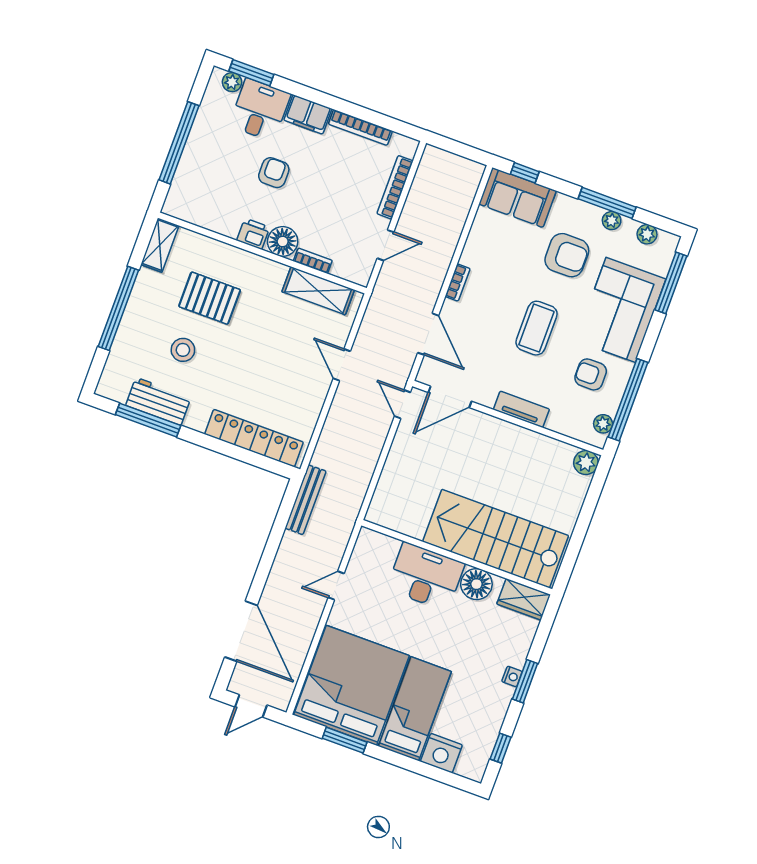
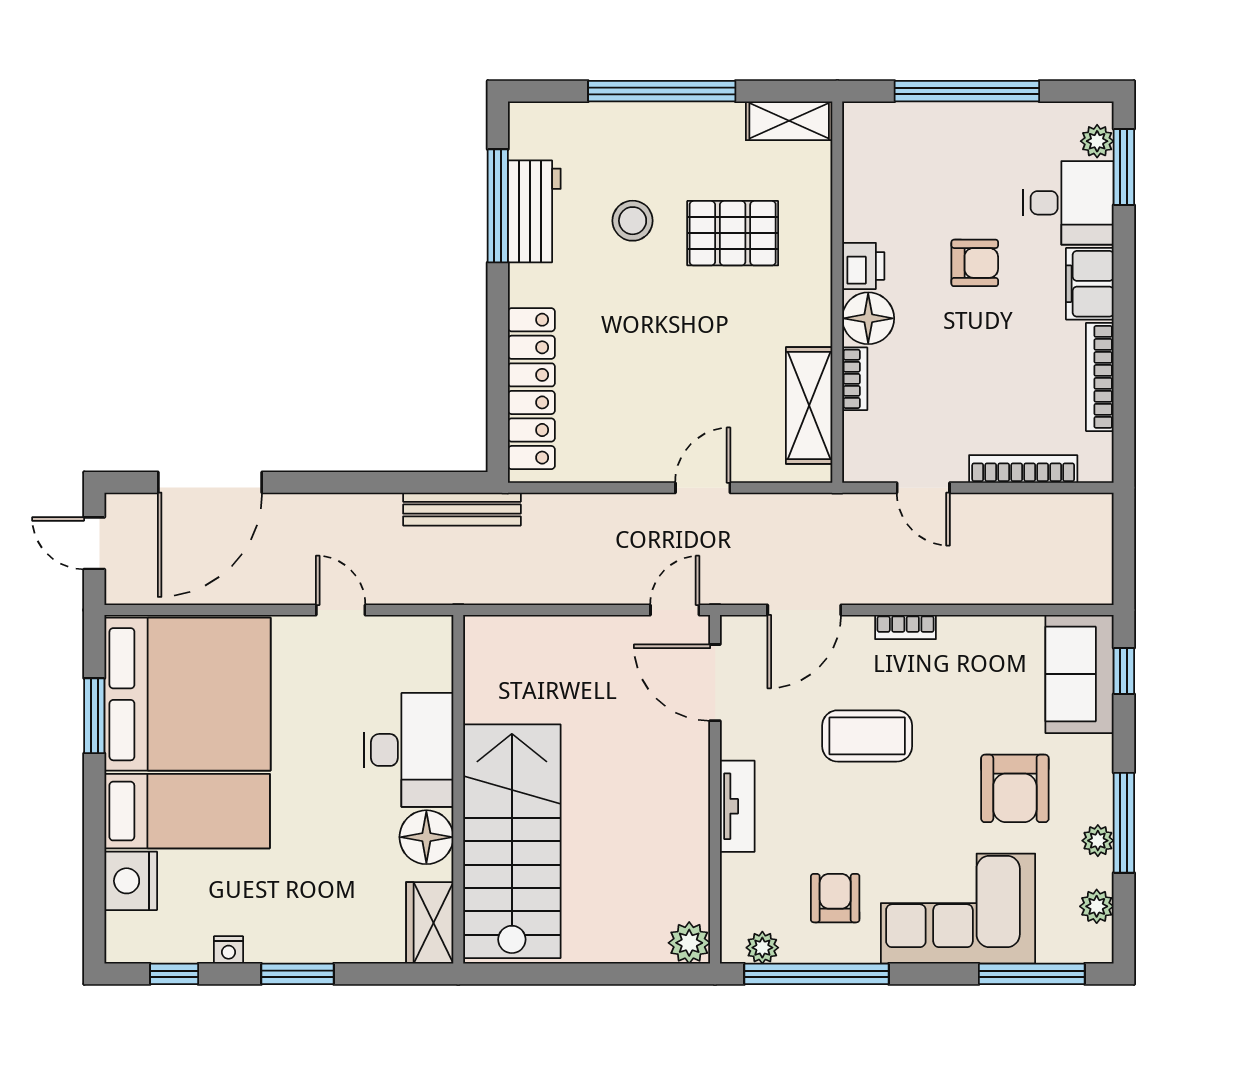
pallet: (210, 298) -> (733, 233), turned 90
coffee table: (537, 328) -> (867, 736), moved
nightstand: (512, 677) -> (229, 950), moved

